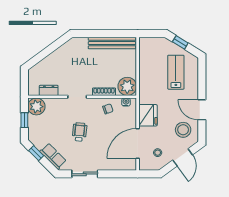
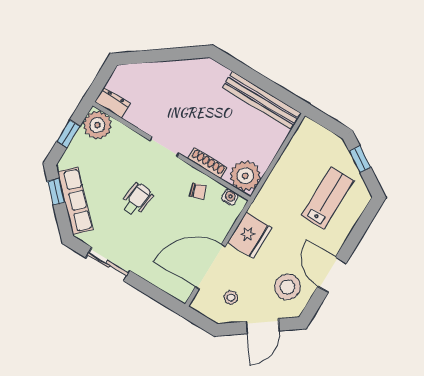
dresser: (49, 90) -> (112, 103), moved
row of seats: (53, 156) -> (75, 201), width x1.48

